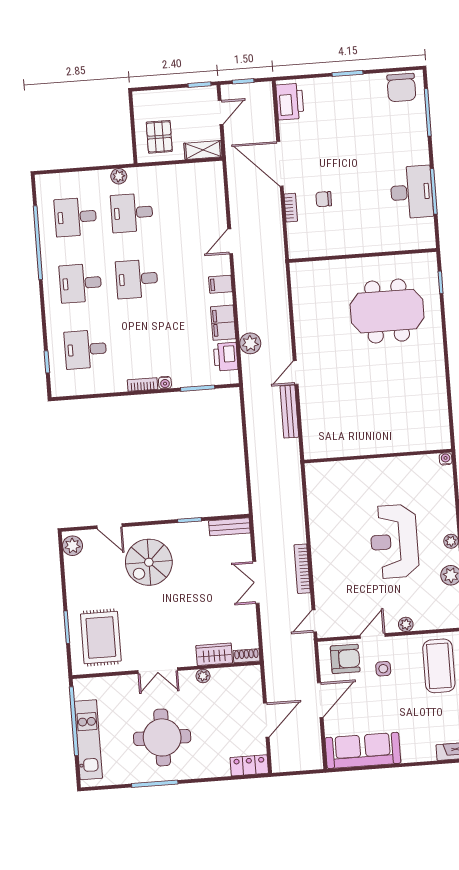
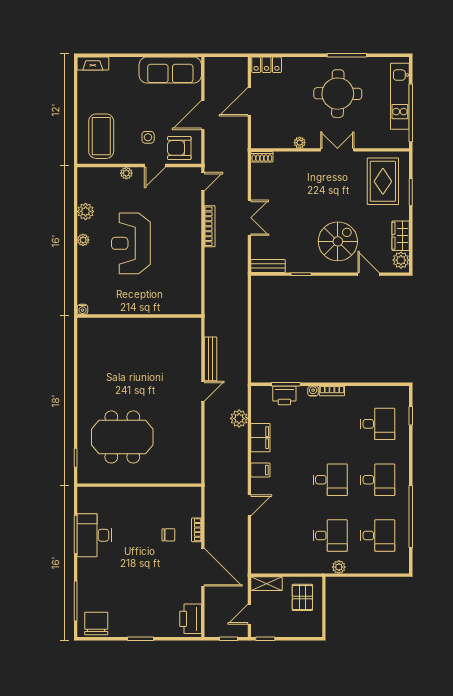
printer: (226, 357) -> (284, 395), moved, turned 90
reception desk: (394, 541) -> (131, 243), turned 180
wardrobe: (214, 654) -> (401, 236), moved, turned 90

